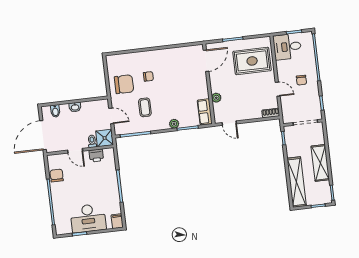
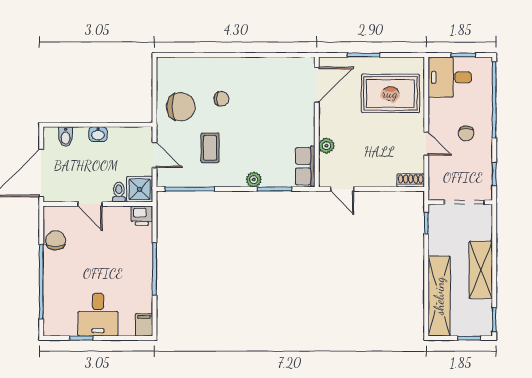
printer: (96, 156) -> (142, 216), moved
desk: (88, 218) -> (98, 315), width x0.73

